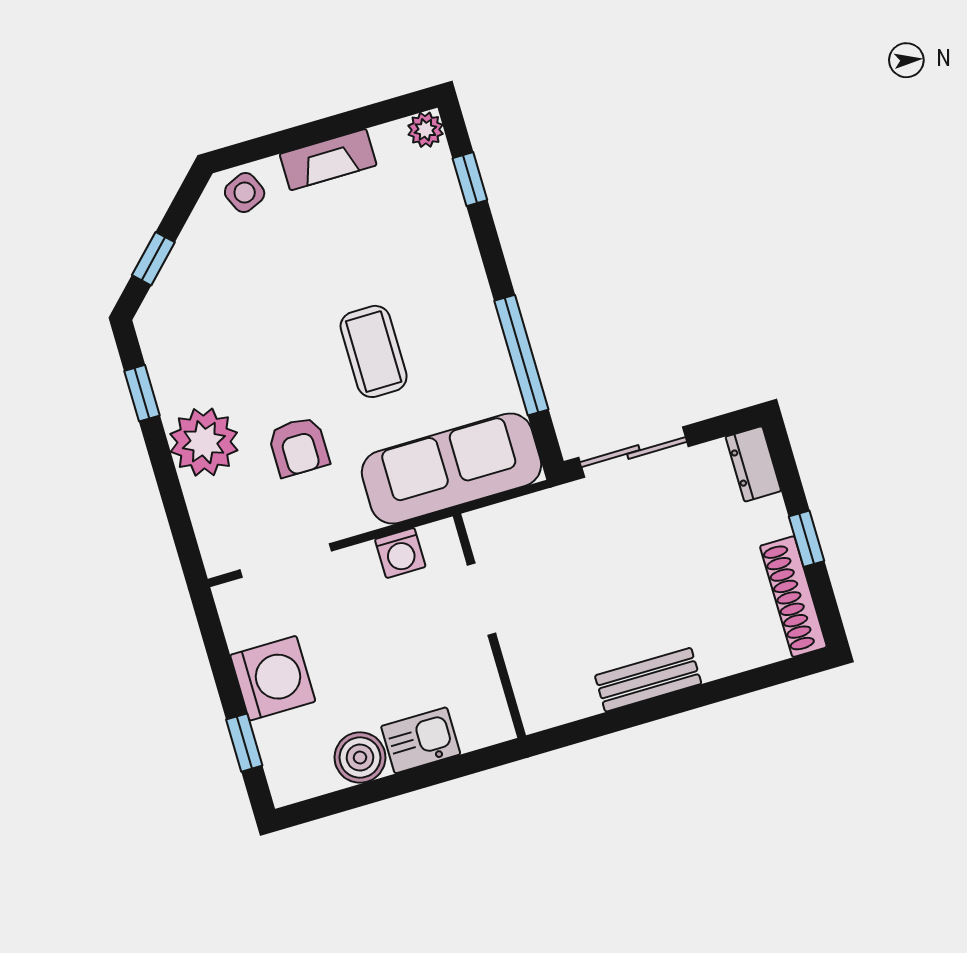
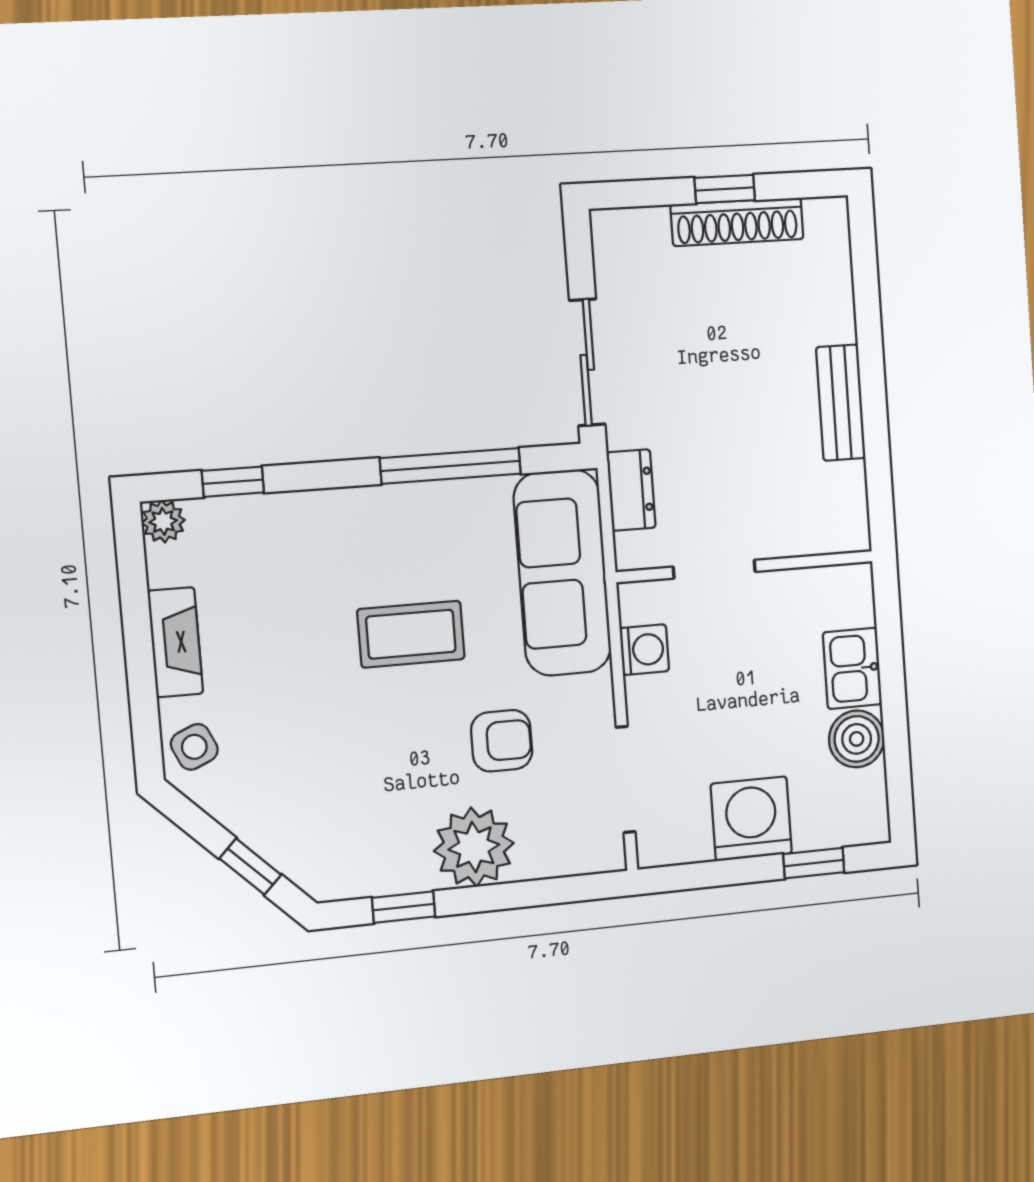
dresser: (753, 464) -> (631, 490), moved, turned -90
shoe rack: (793, 597) -> (737, 222), moved

